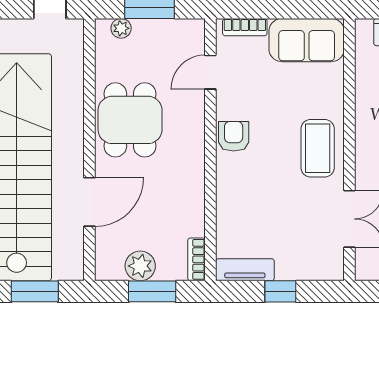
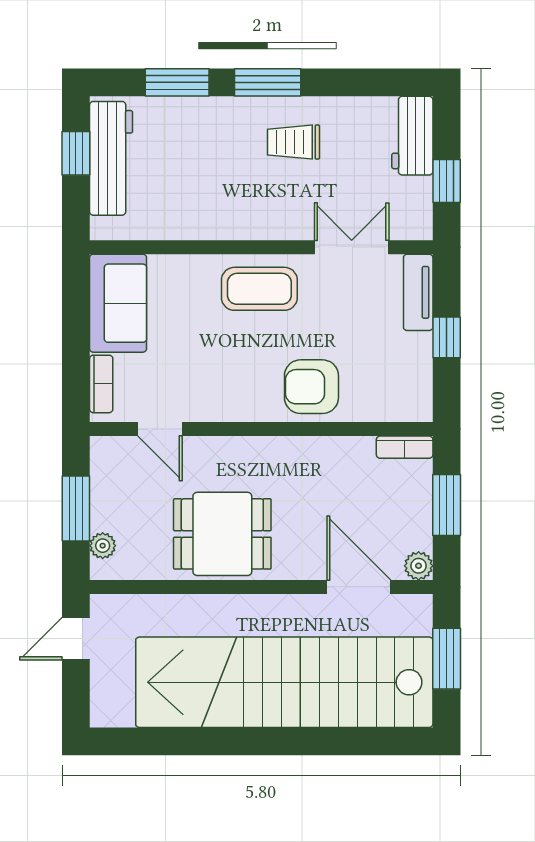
armchair: (234, 136) -> (311, 387), moved, width x1.38, depth x1.38
door: (89, 202) -> (359, 587), moved
plant: (140, 266) -> (419, 566), moved, width x0.73, depth x0.73
tv unit: (245, 270) -> (418, 292), moved

